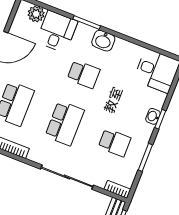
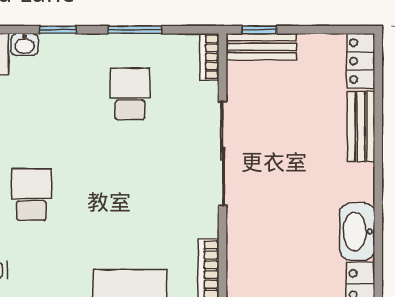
washbasin: (153, 116) -> (25, 45), moved
school desk: (65, 123) -> (130, 195), removed

